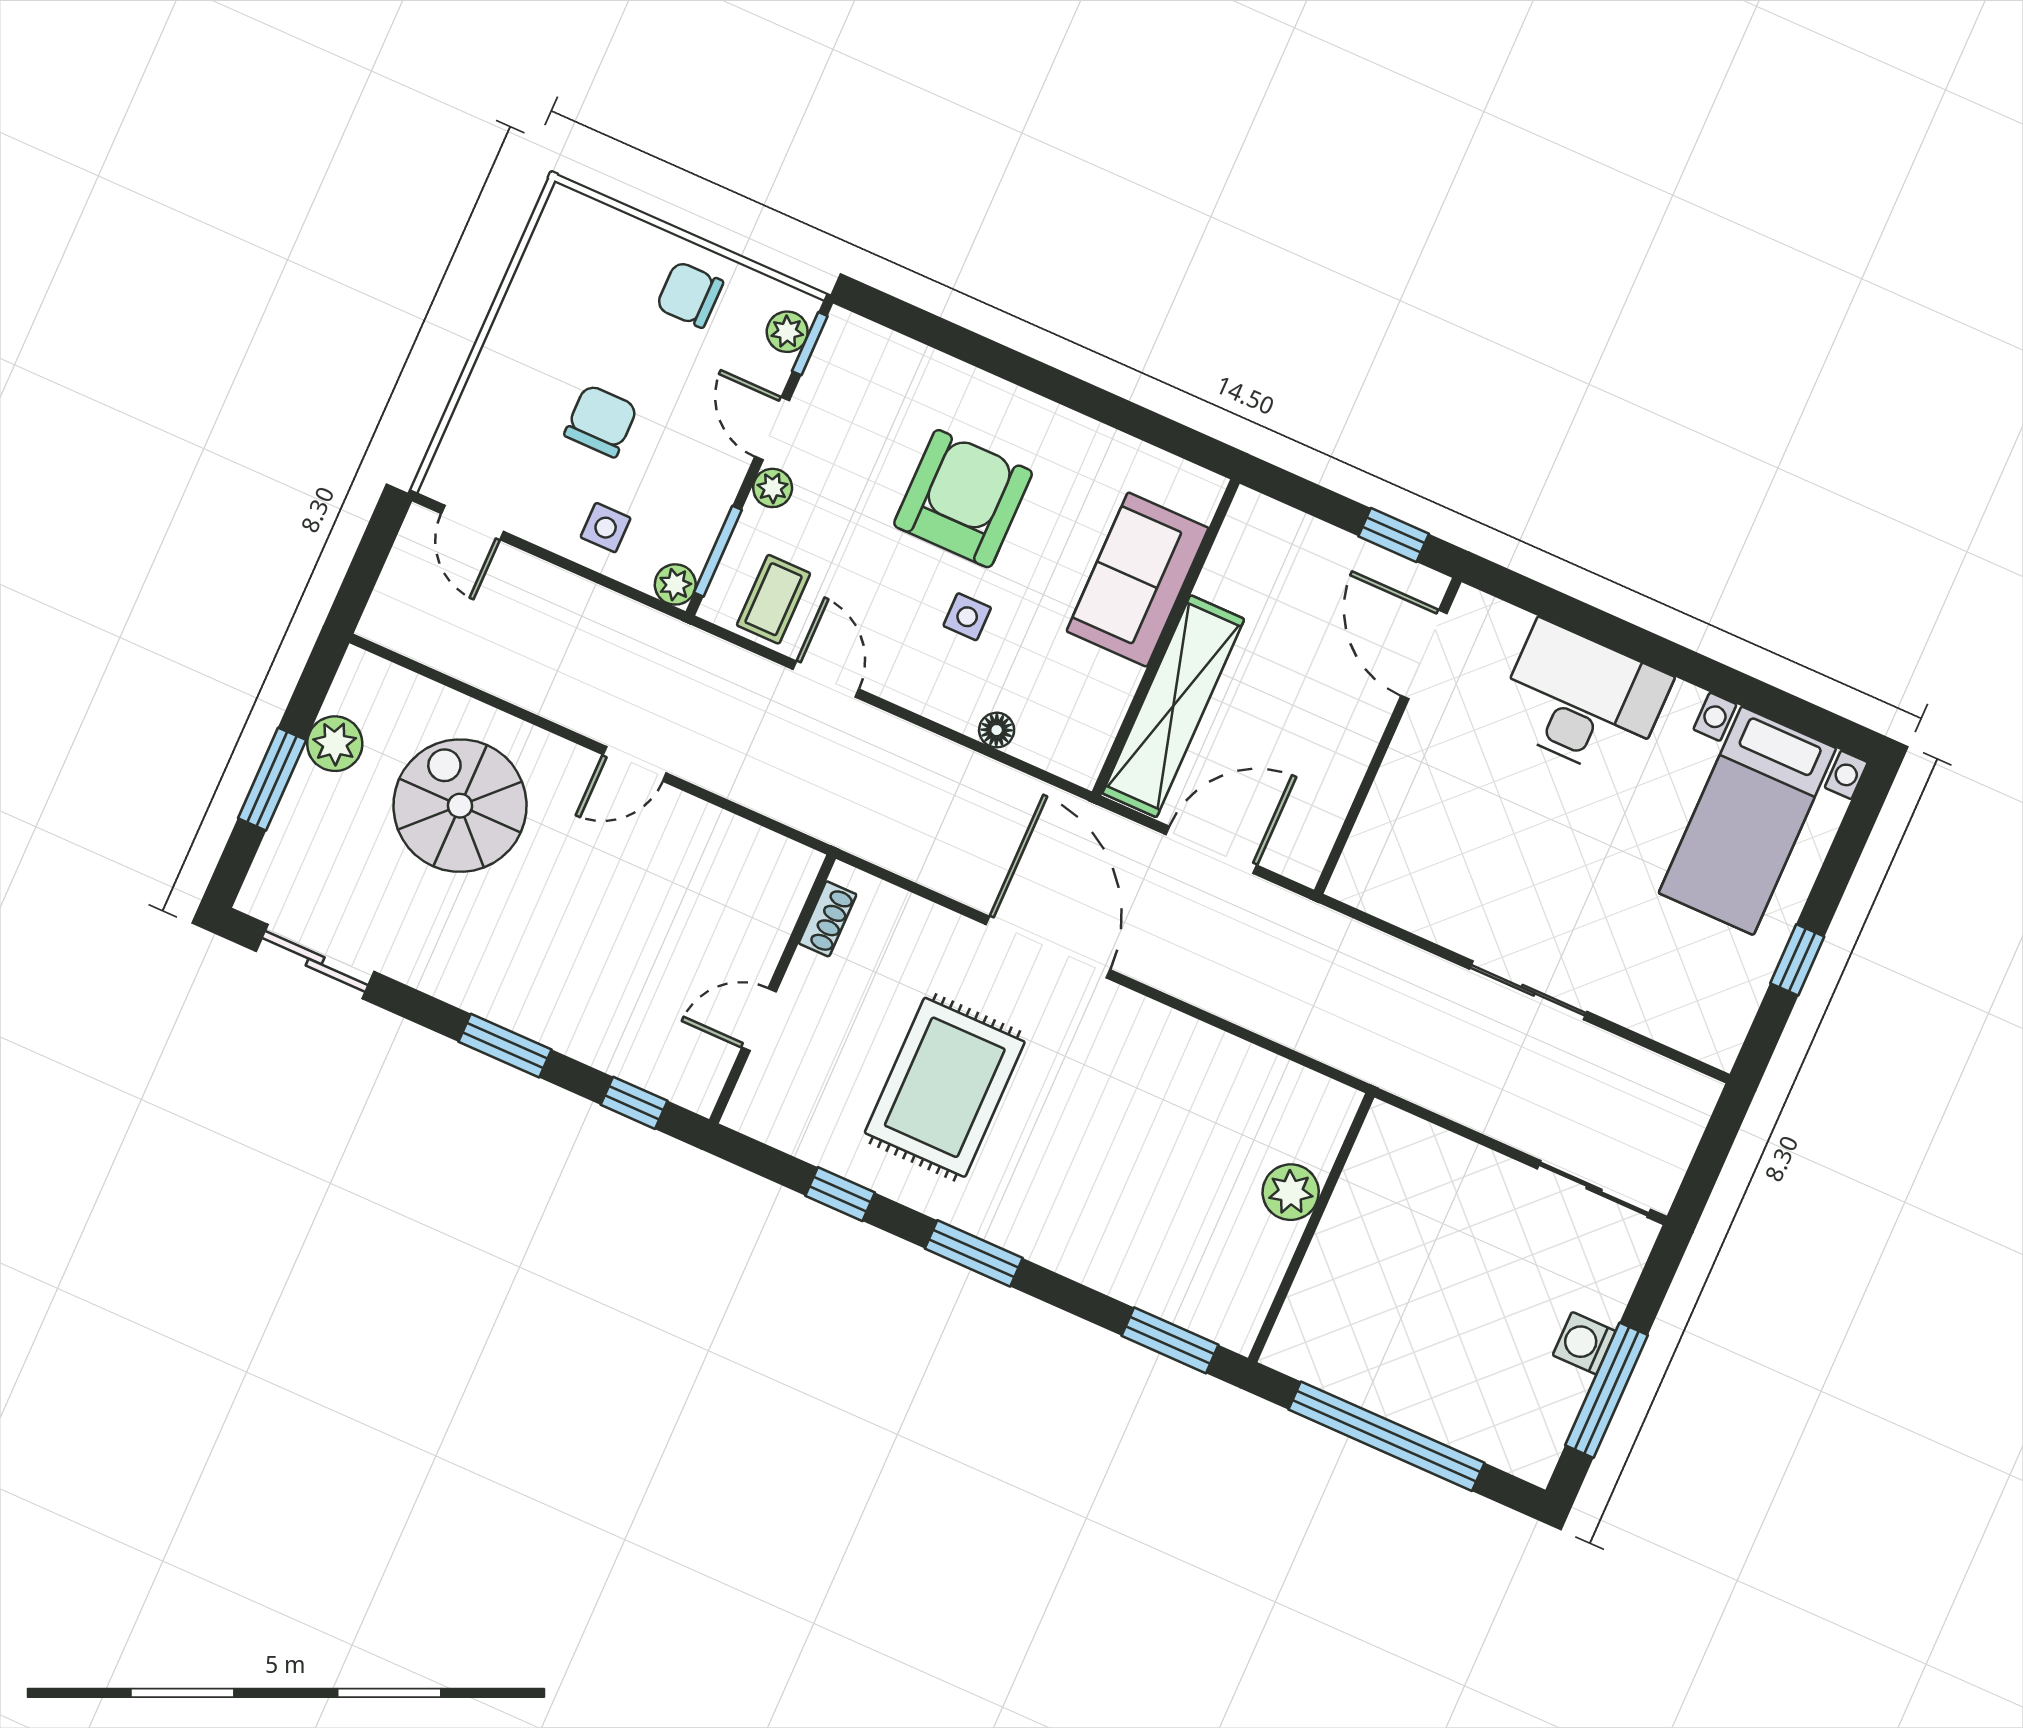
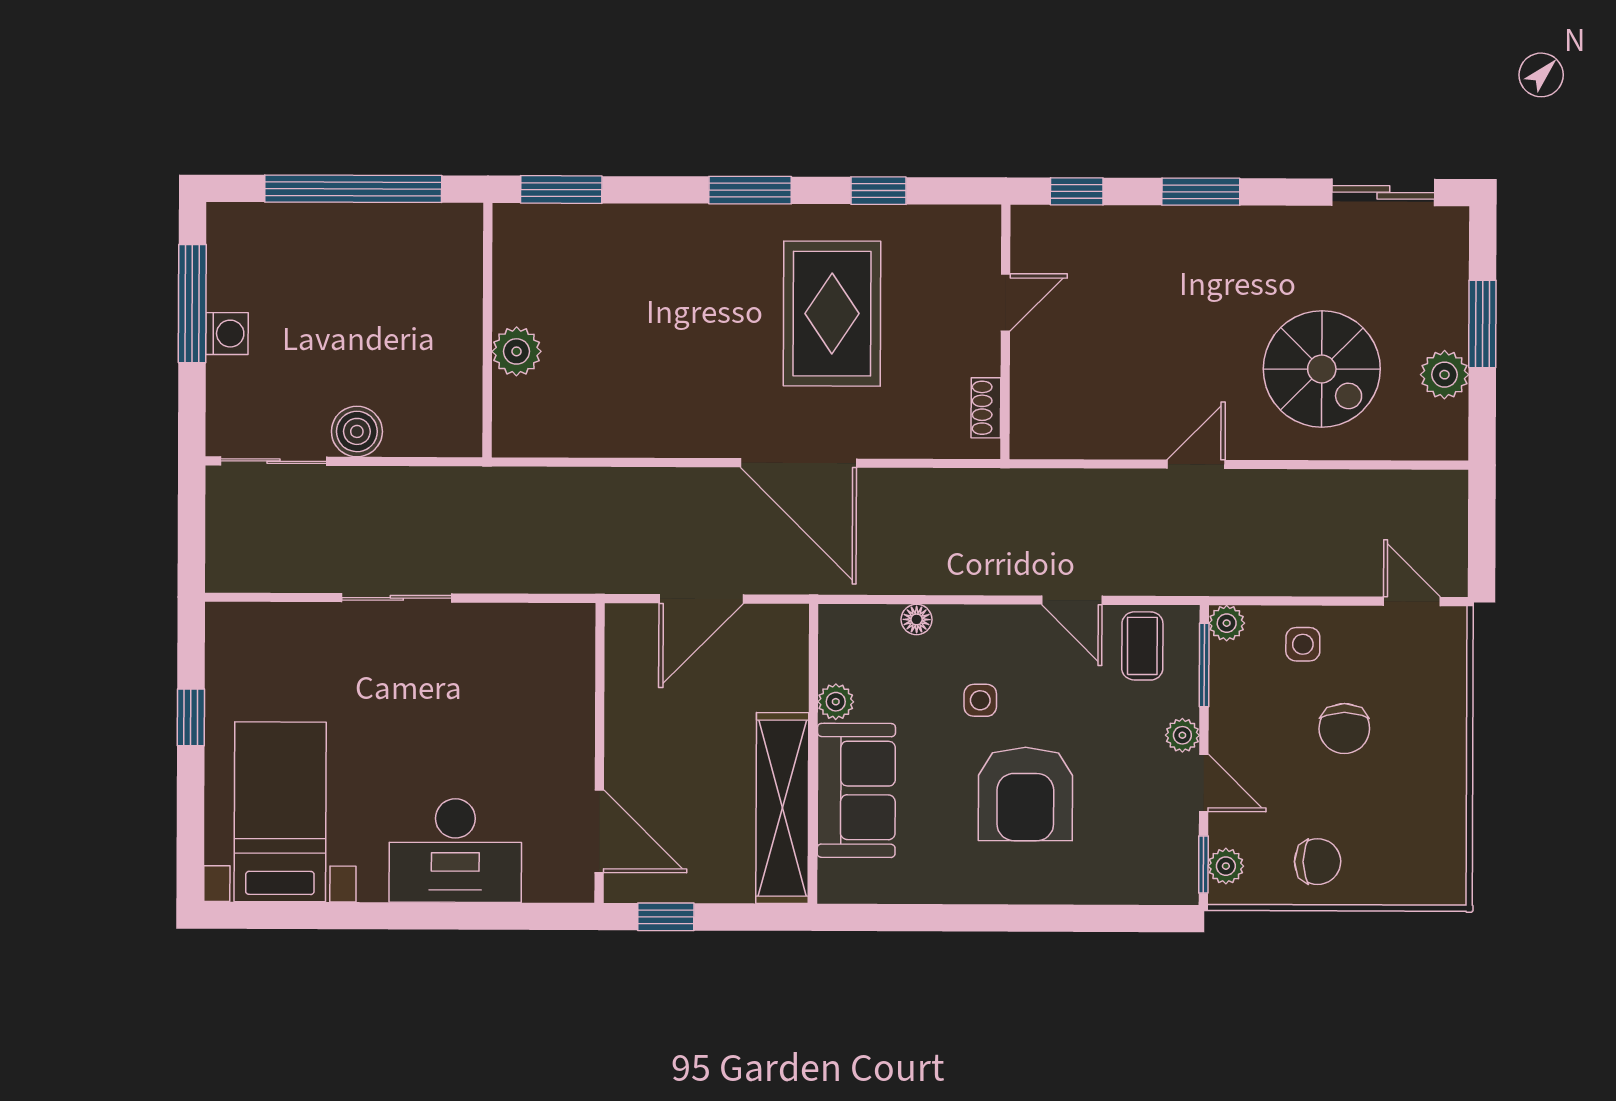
plant: (1118, 681) -> (836, 702), added
shelving: (1173, 706) -> (782, 808), moved
boiler: (1494, 1182) -> (357, 431), added

